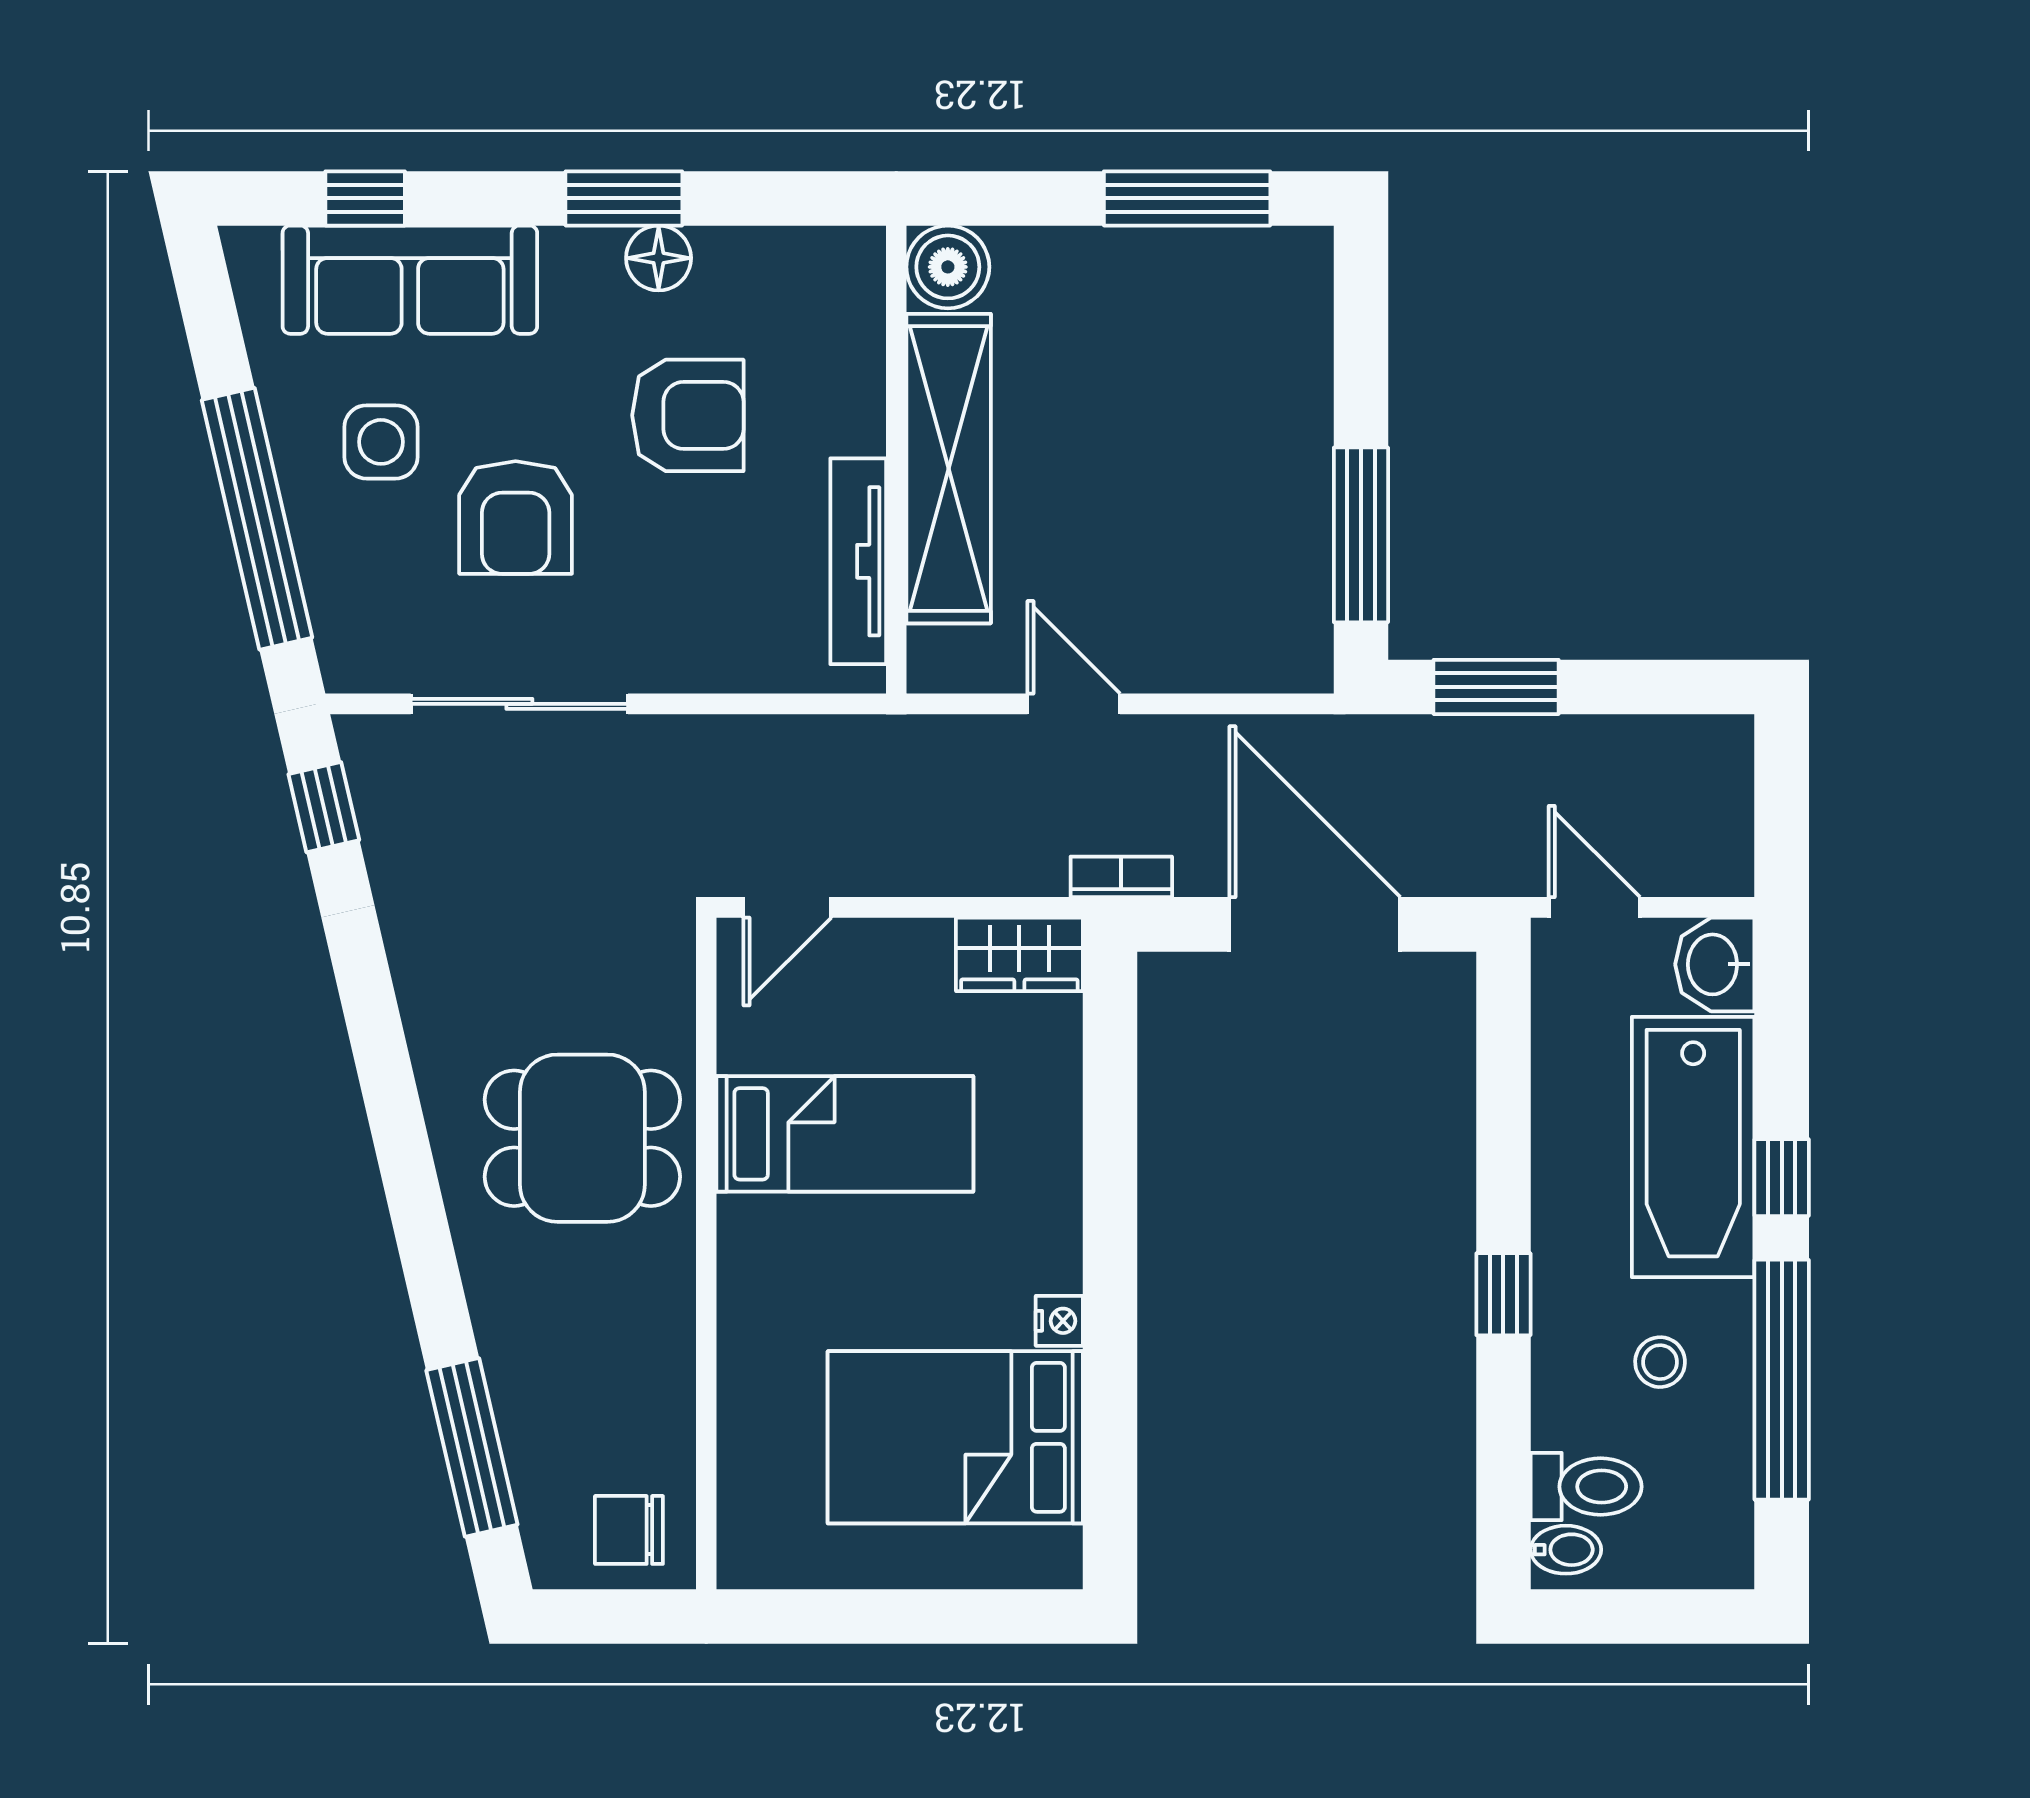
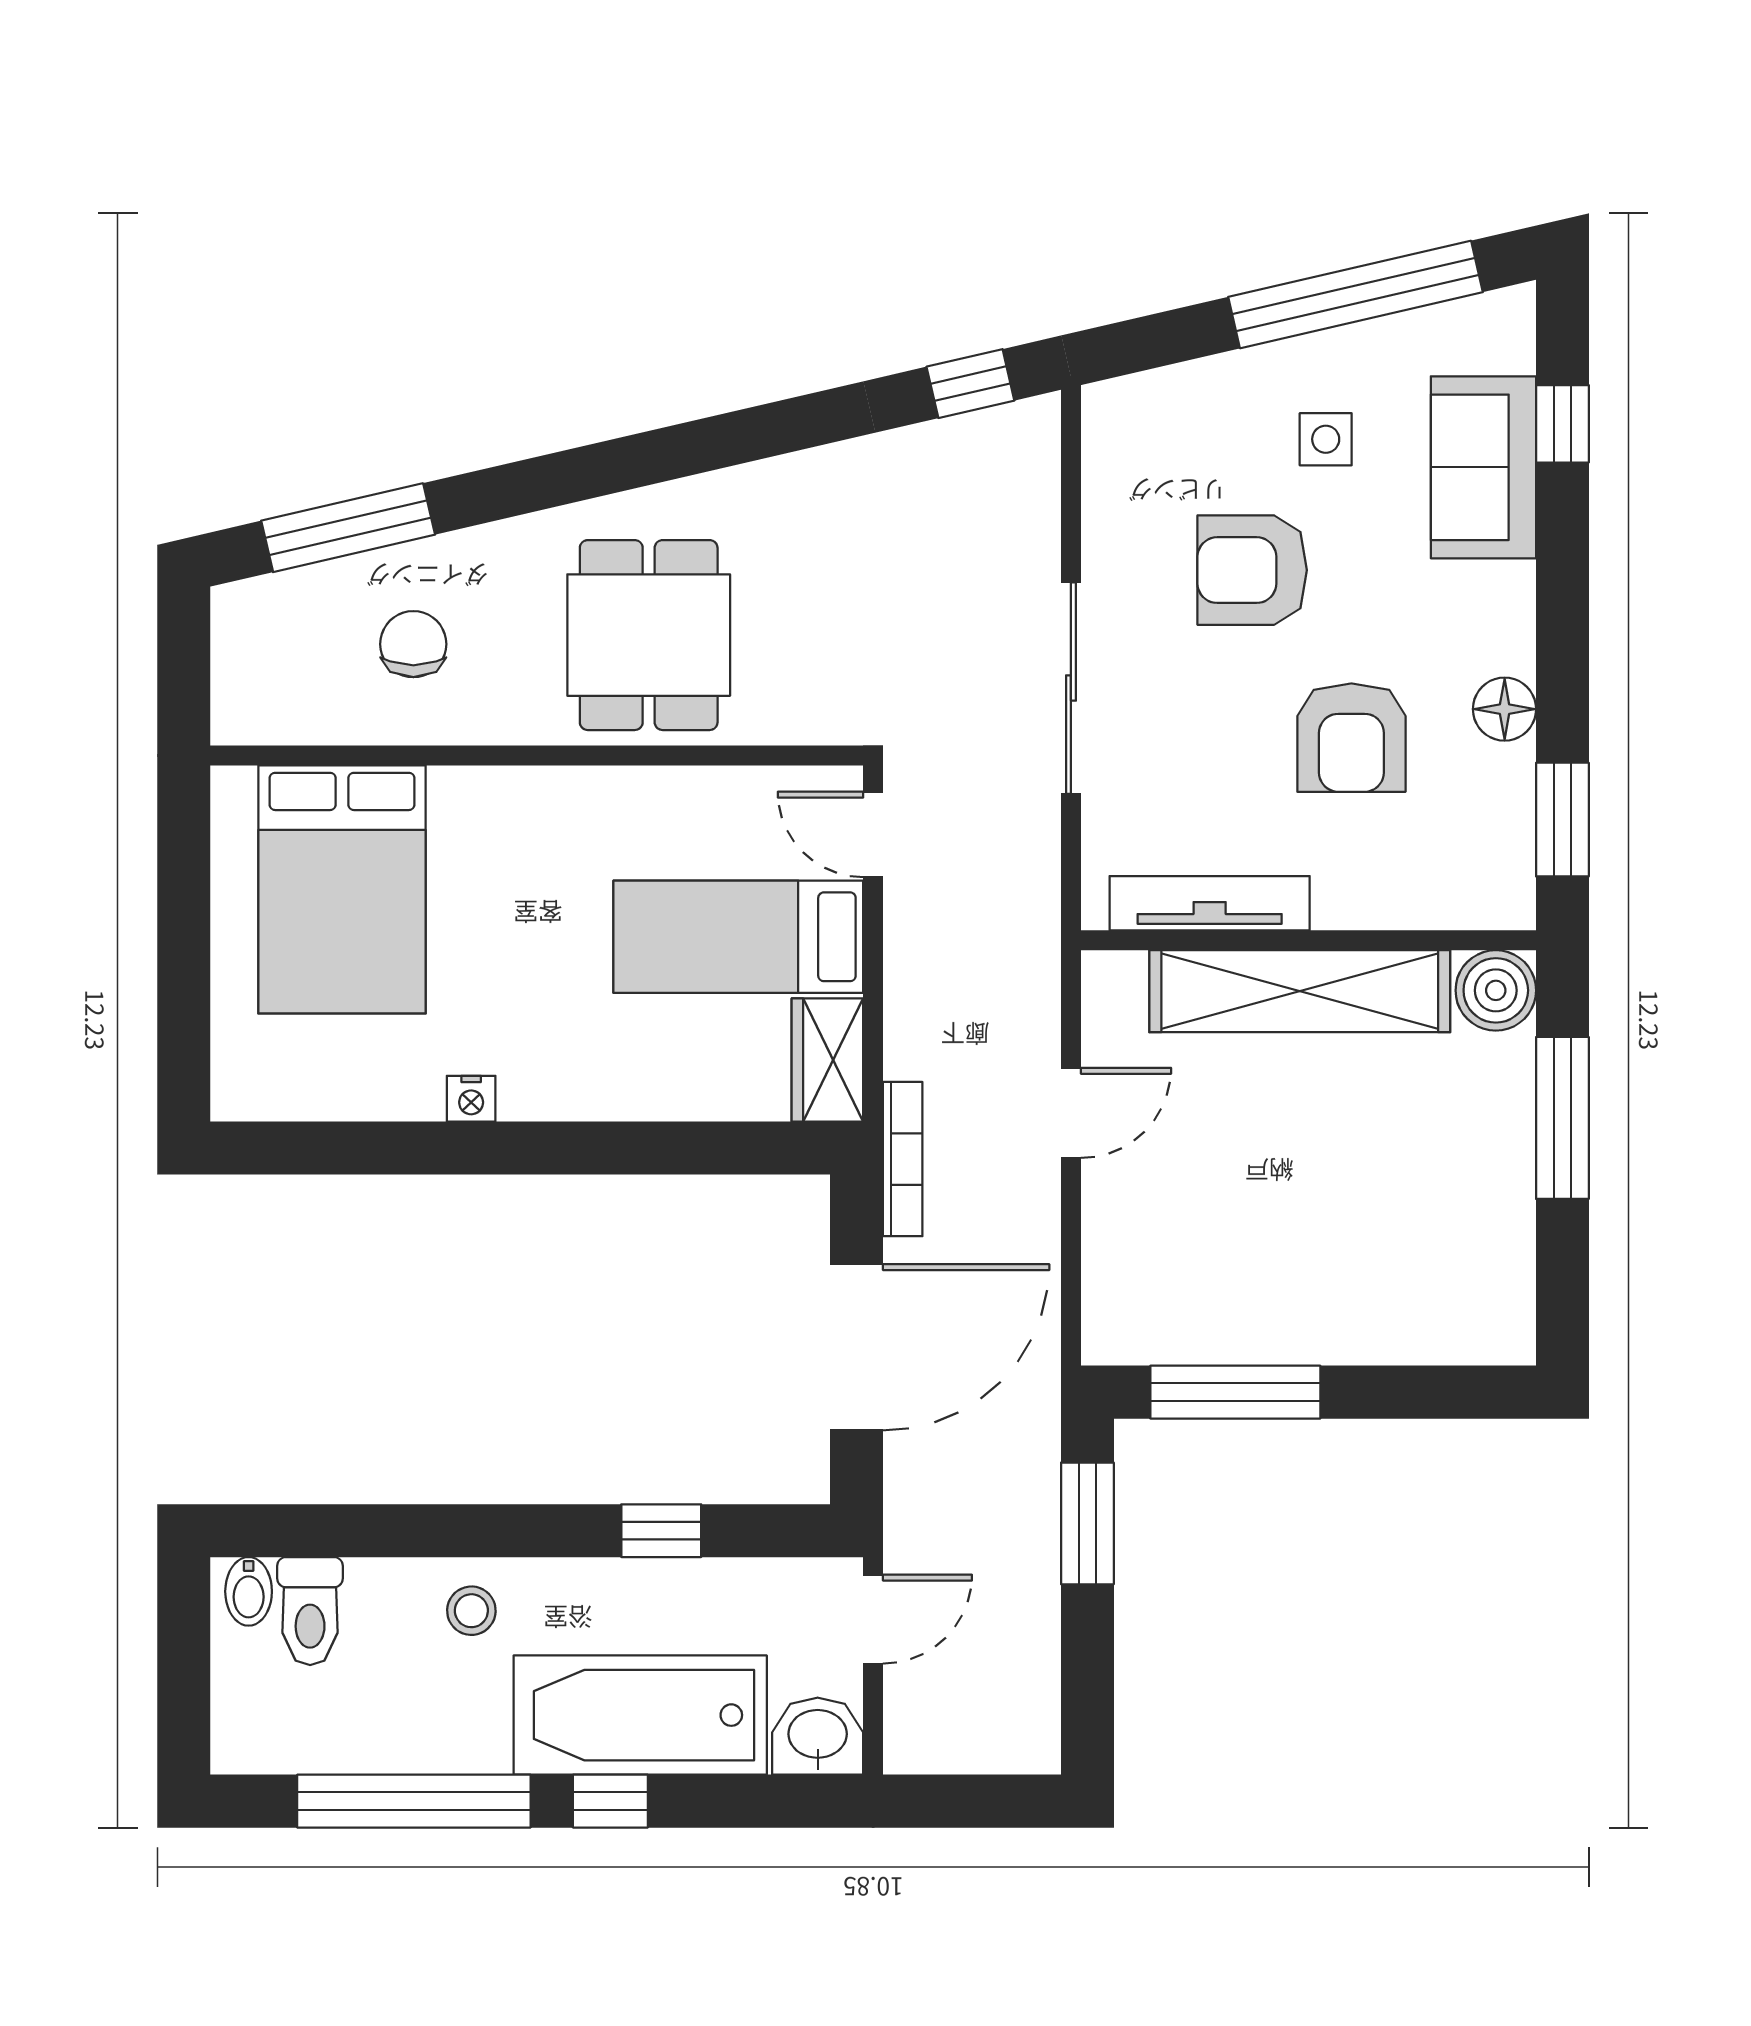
window: (624, 198) -> (1562, 820), moved
window: (1187, 198) -> (1562, 1118), moved
sofa: (410, 280) -> (1483, 467), width x0.73
side table: (381, 442) -> (1326, 439), width x0.73, depth x0.73
window: (257, 519) -> (1356, 294), moved
sliding door: (519, 704) -> (1071, 688), moved
bookcase: (1121, 877) -> (903, 1159), width x1.56
bed: (845, 1134) -> (738, 937), moved, turned 90
window: (1503, 1294) -> (661, 1531), moved
stool: (1660, 1362) -> (471, 1611), moved
bed: (955, 1437) -> (342, 889), moved, turned 180
chair: (629, 1530) -> (413, 644), moved

